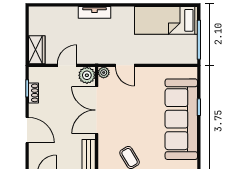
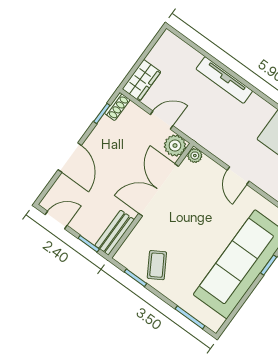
tv unit: (95, 12) -> (224, 80), width x1.41
door: (125, 65) -> (238, 176), moved
shoe rack: (33, 93) -> (117, 107), moved

